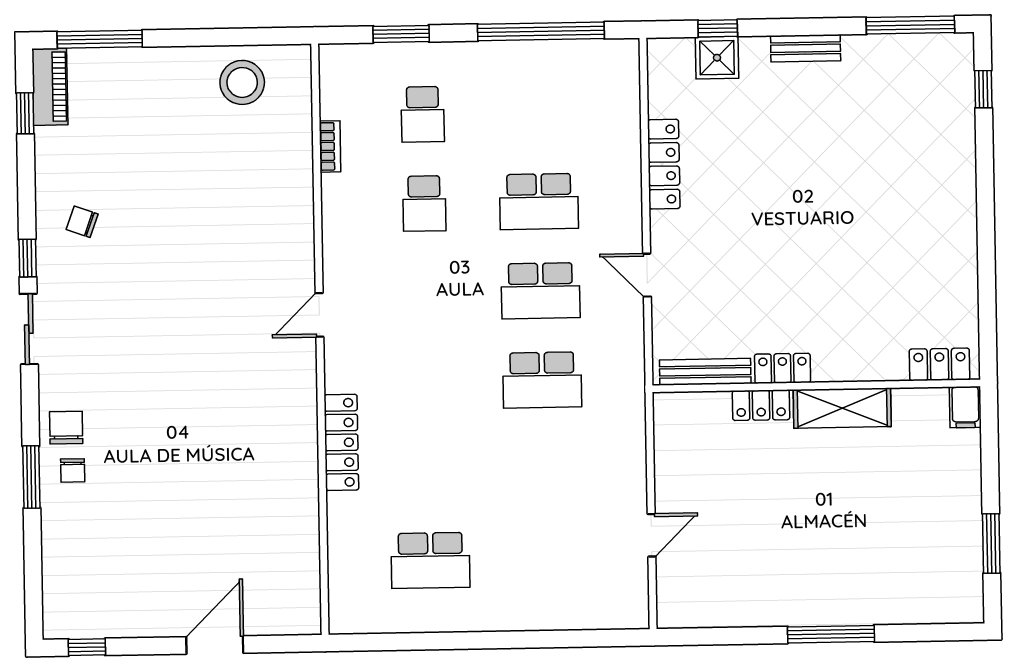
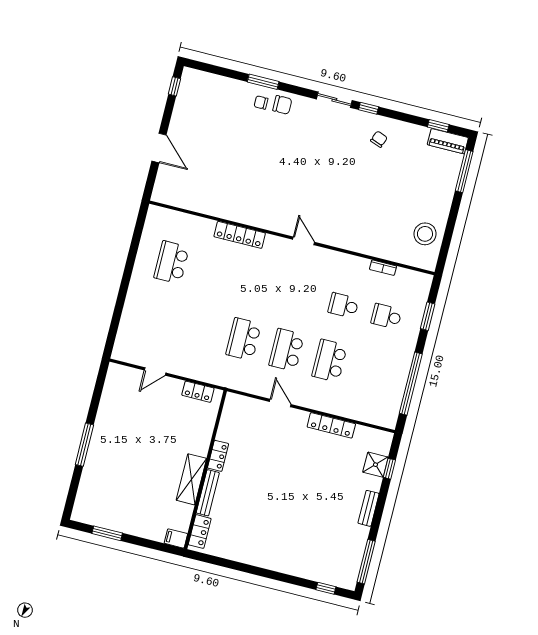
door: (647, 275) -> (280, 403), hinge flipped
bench: (705, 372) -> (208, 493), moved
locker: (761, 405) -> (198, 392), moved, turned -90
door: (652, 535) -> (155, 372), hinge flipped

